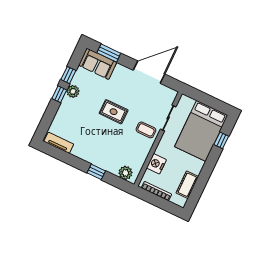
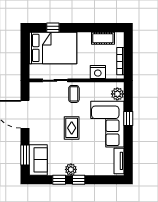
corner sofa: (100, 149) -> (107, 124), added

